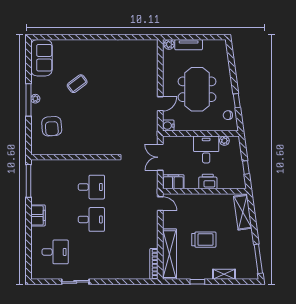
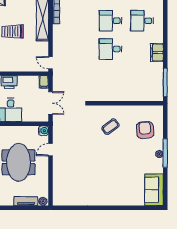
coffee table: (77, 84) -> (110, 127), moved
filing cabinet: (173, 182) -> (44, 82), width x0.50
desk: (91, 187) -> (111, 21), moved

